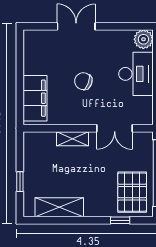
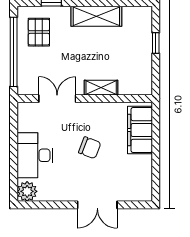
pallet: (132, 192) -> (39, 32), width x0.67, depth x0.71
shelving: (59, 207) -> (96, 16), moved

